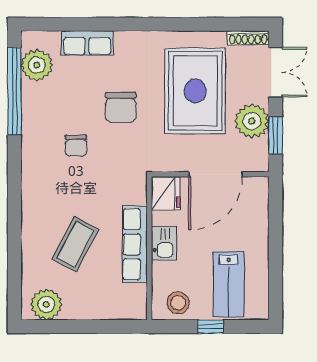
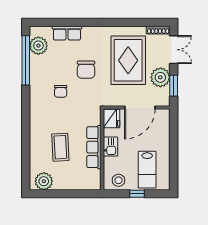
coffee table: (76, 244) -> (60, 147), turned -31

